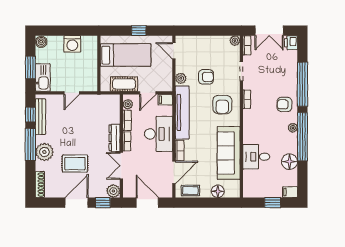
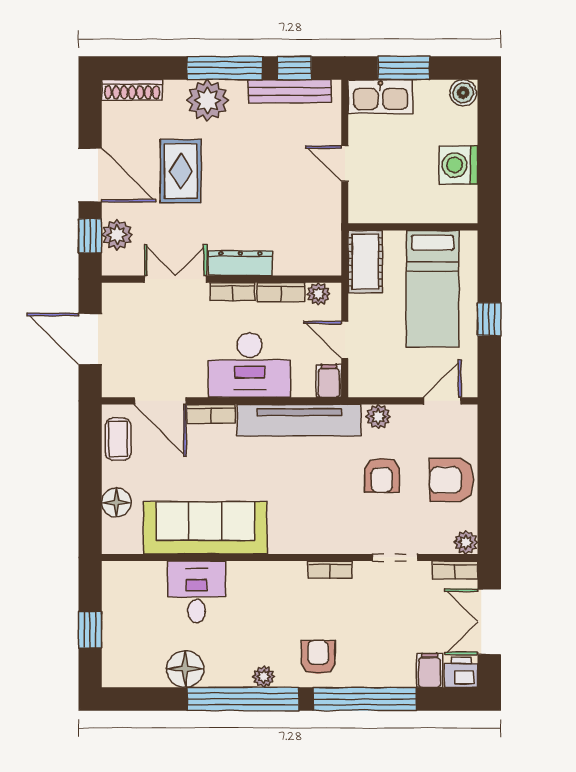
cot: (124, 84) -> (365, 262), moved
armchair: (222, 104) -> (452, 480), moved
plant: (113, 191) -> (117, 235), moved
filing cabinet: (290, 192) -> (430, 670), moved
door: (147, 203) -> (90, 339), swing flipped

